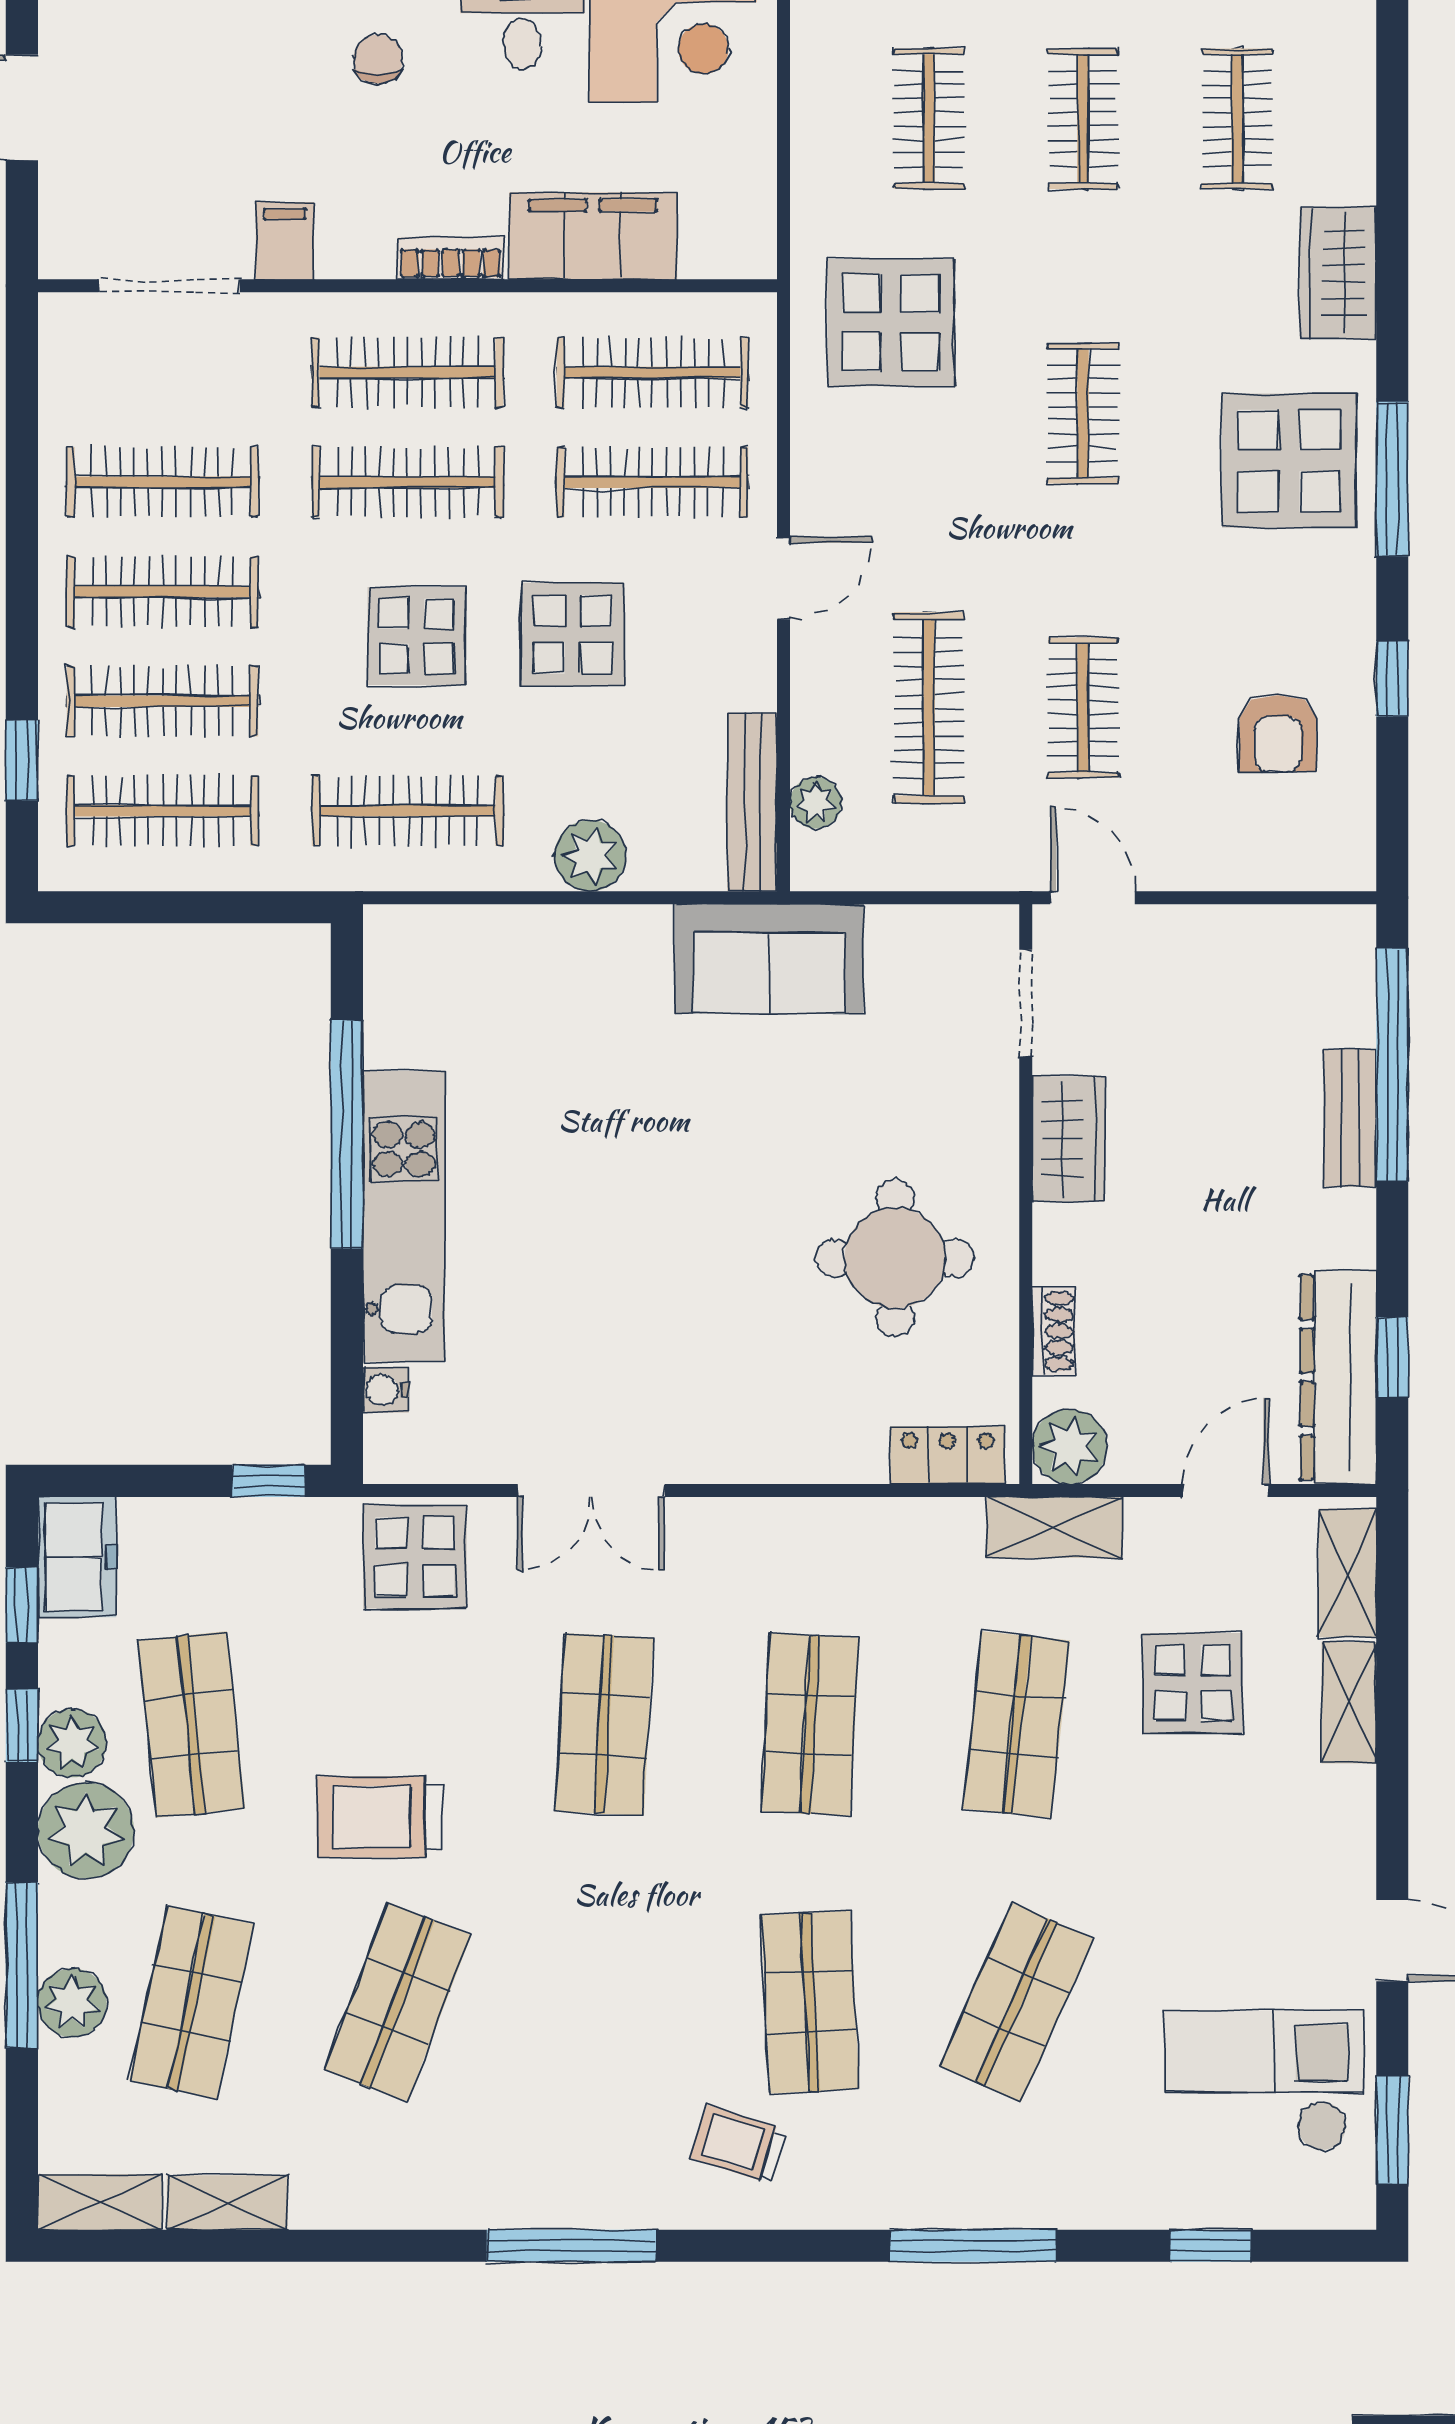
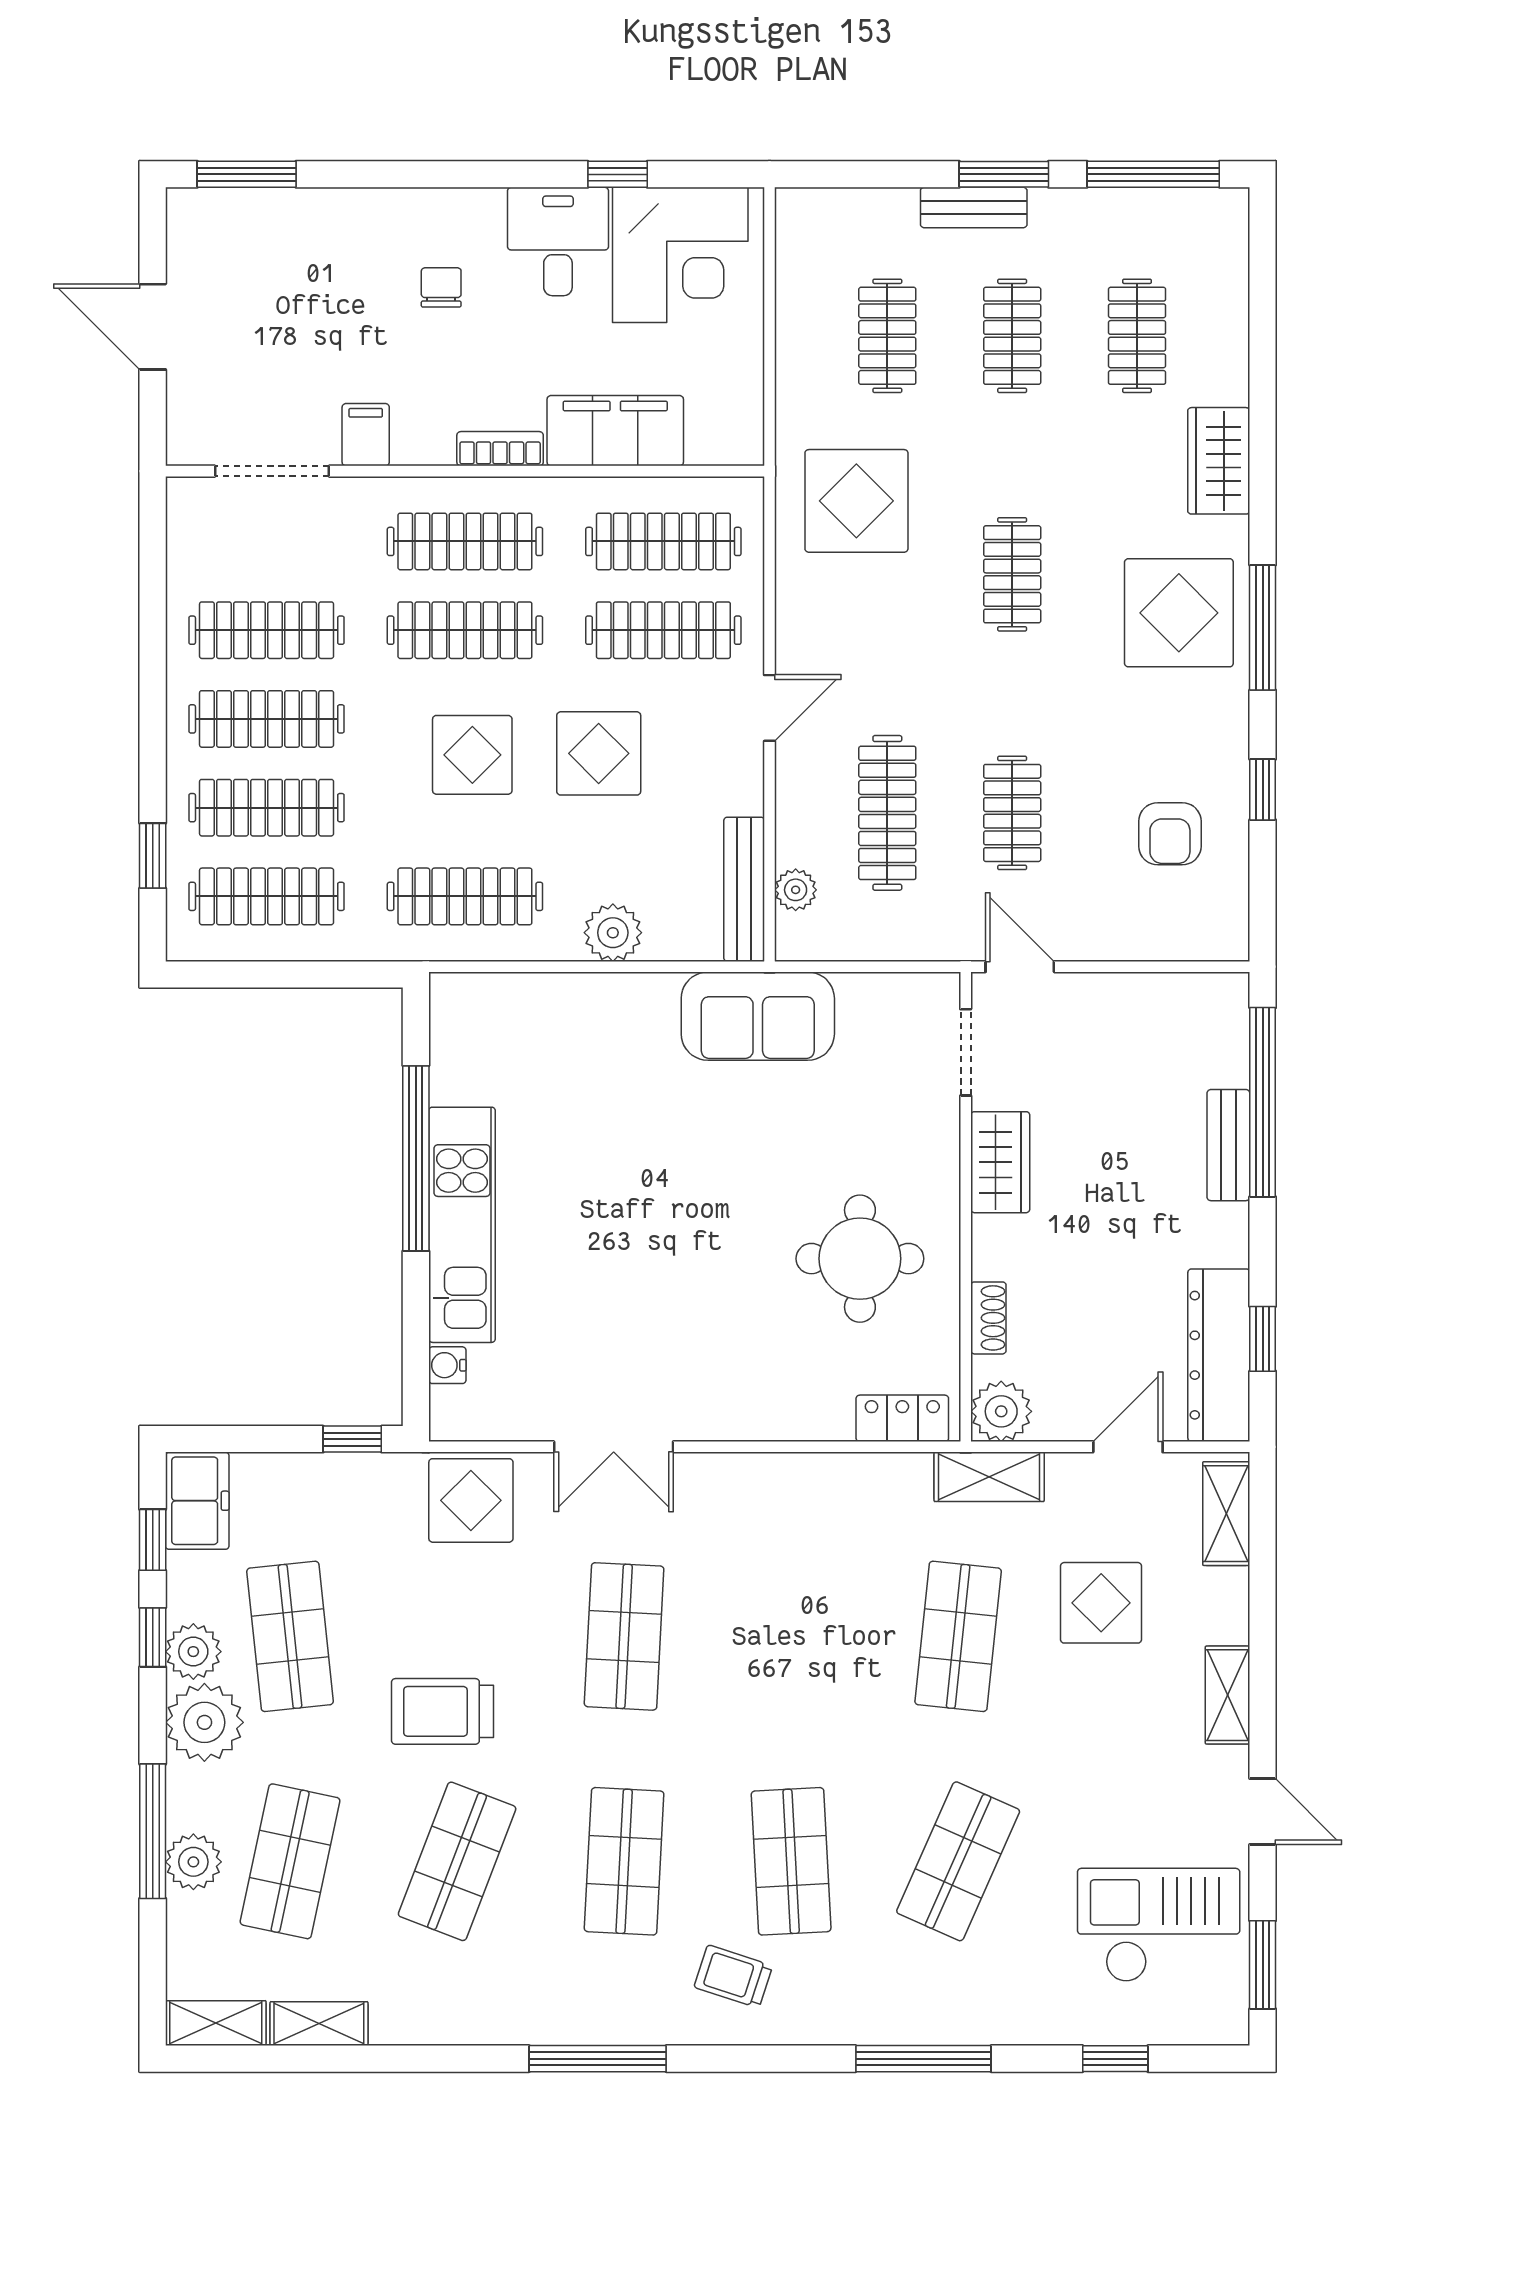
shelving: (1349, 1703) -> (1228, 1695), moved
shop shelf: (810, 1724) -> (624, 1861), moved

